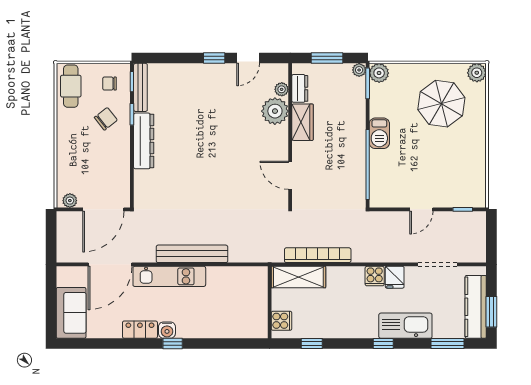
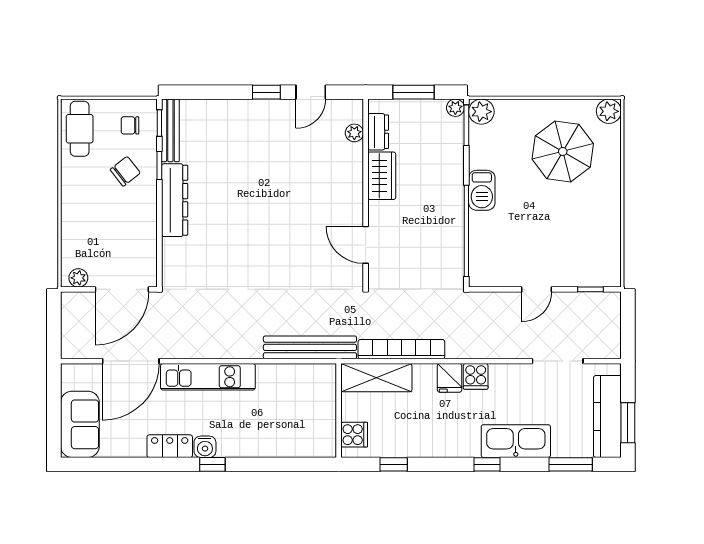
plant: (275, 111) -> (346, 161), removed
bench: (192, 254) -> (310, 347), moved
fridge: (395, 277) -> (450, 378), moved

